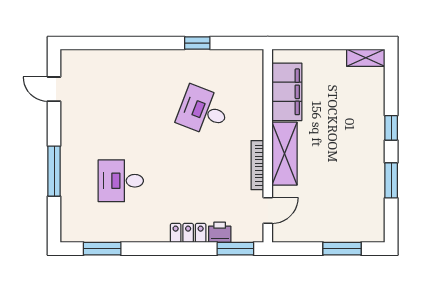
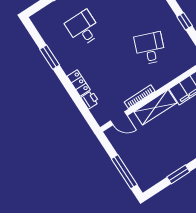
window: (102, 249) -> (50, 57), moved
window: (235, 249) -> (87, 114), removed
window: (342, 249) -> (124, 172), width x1.44

